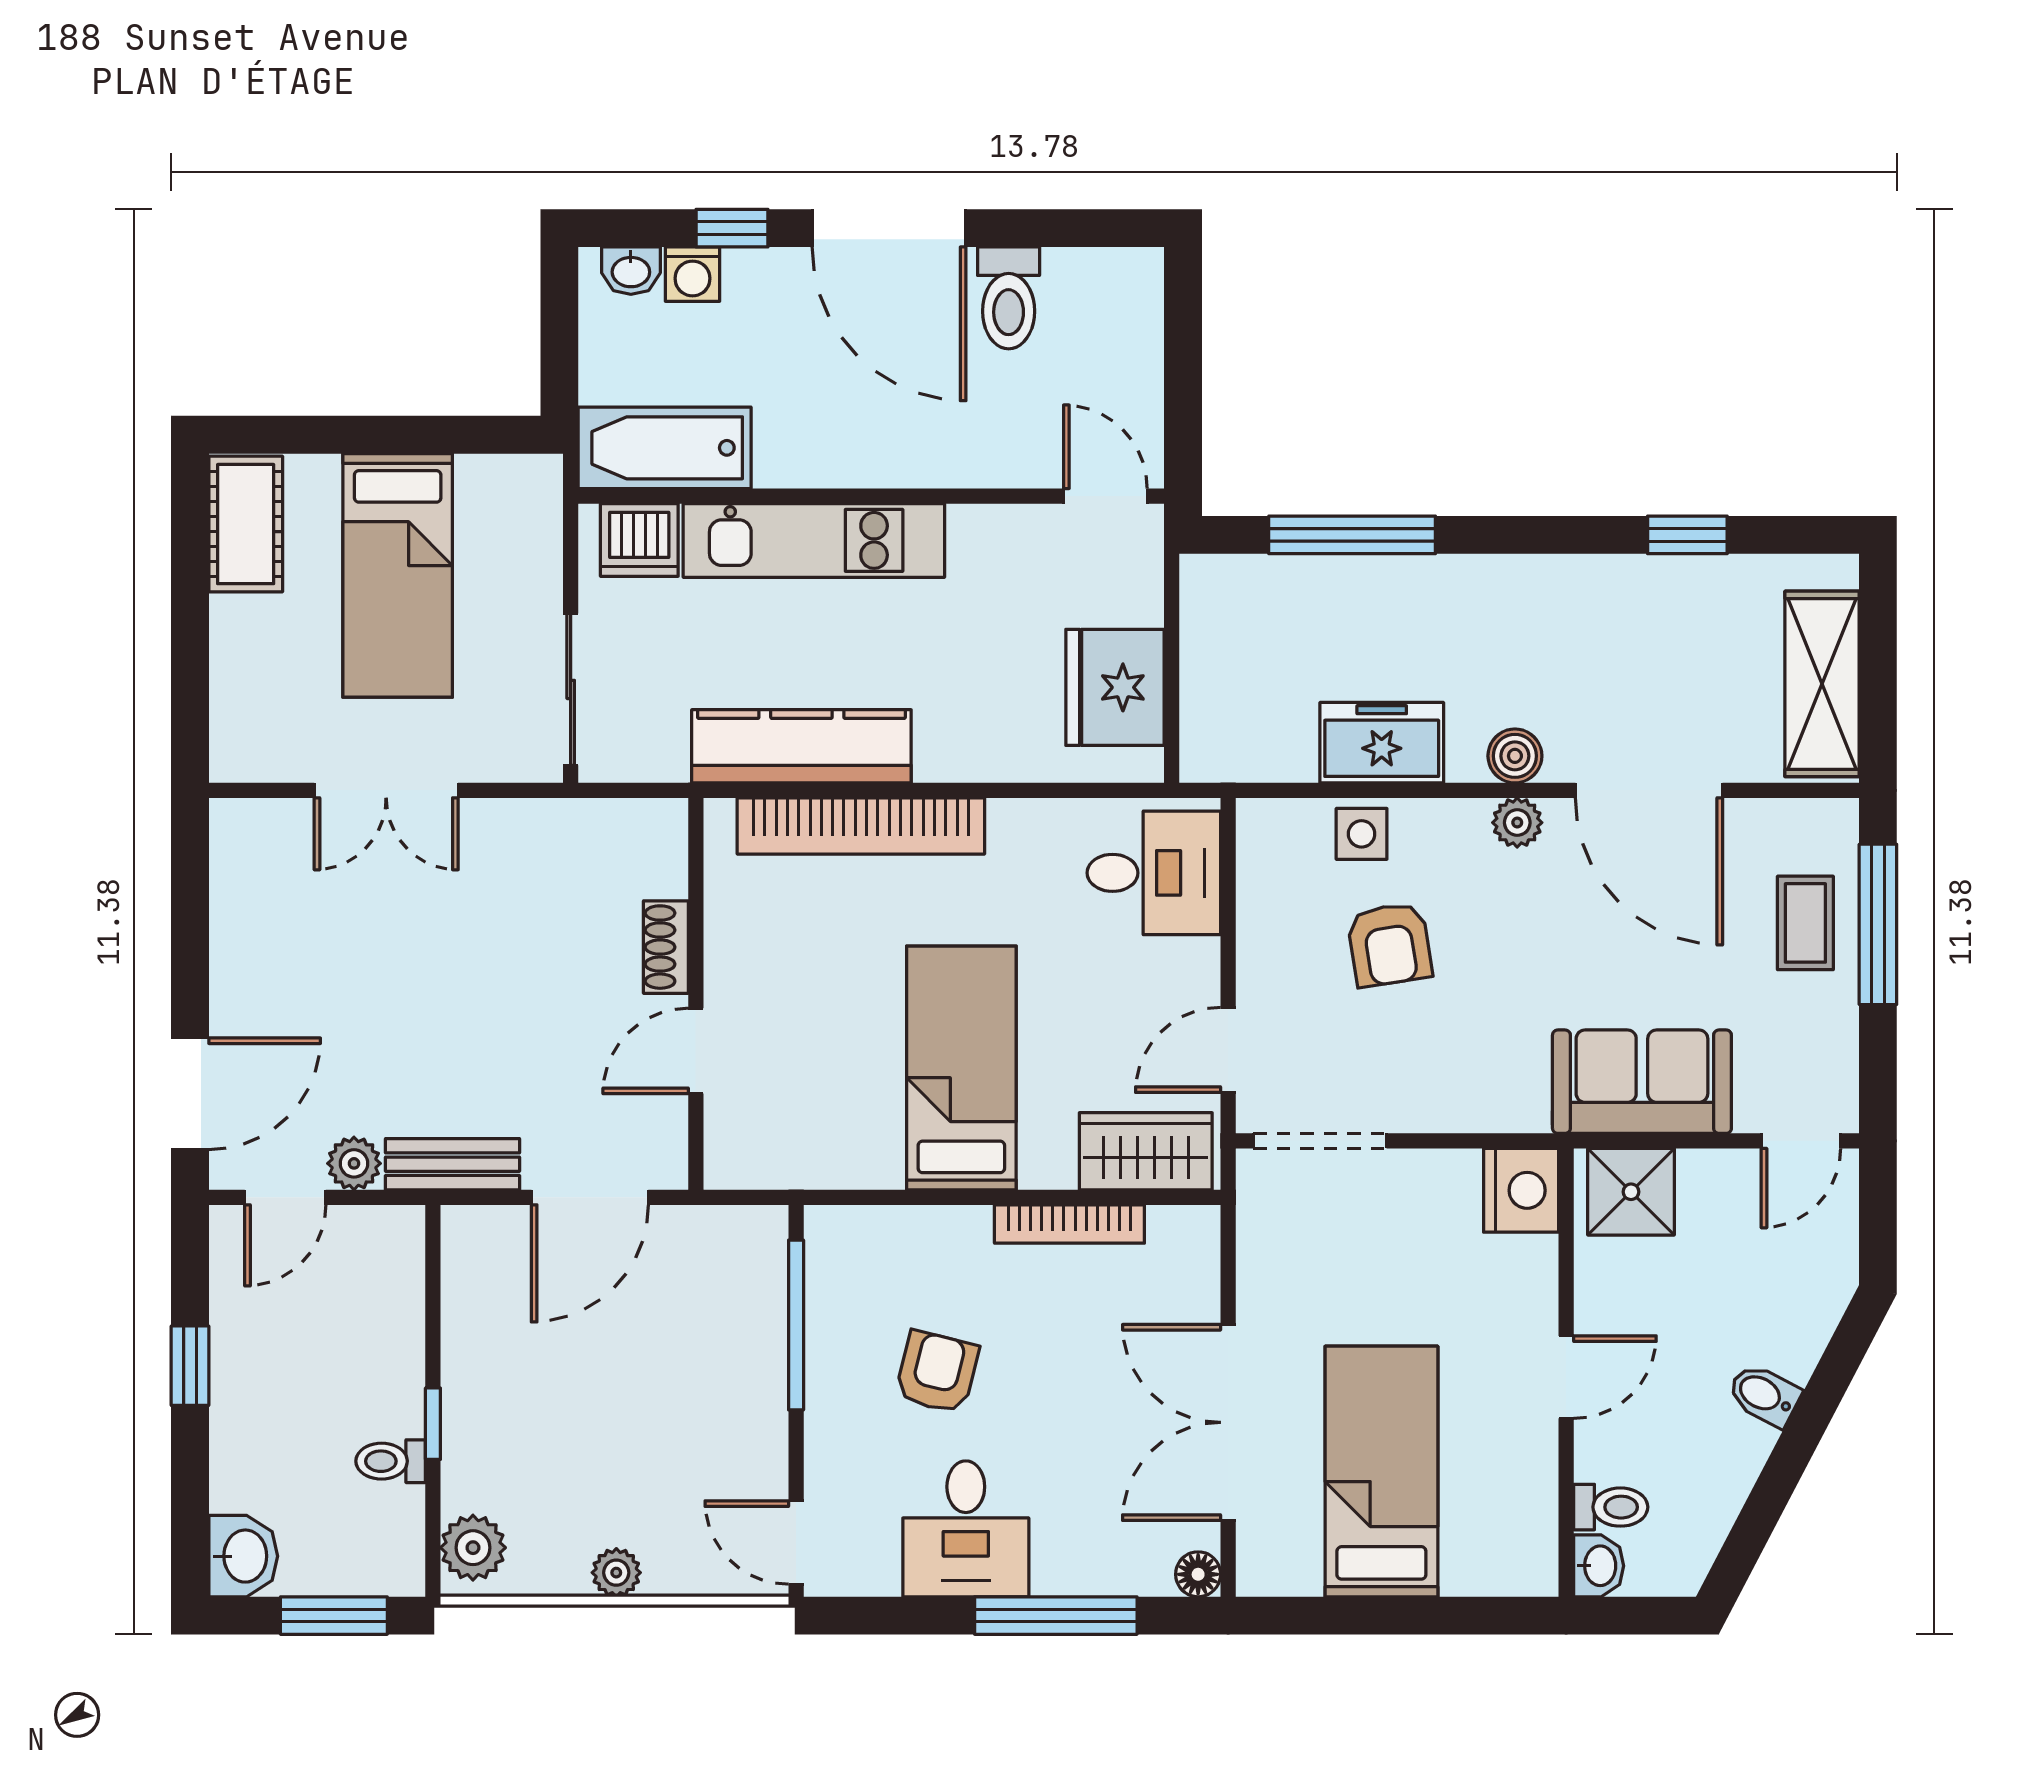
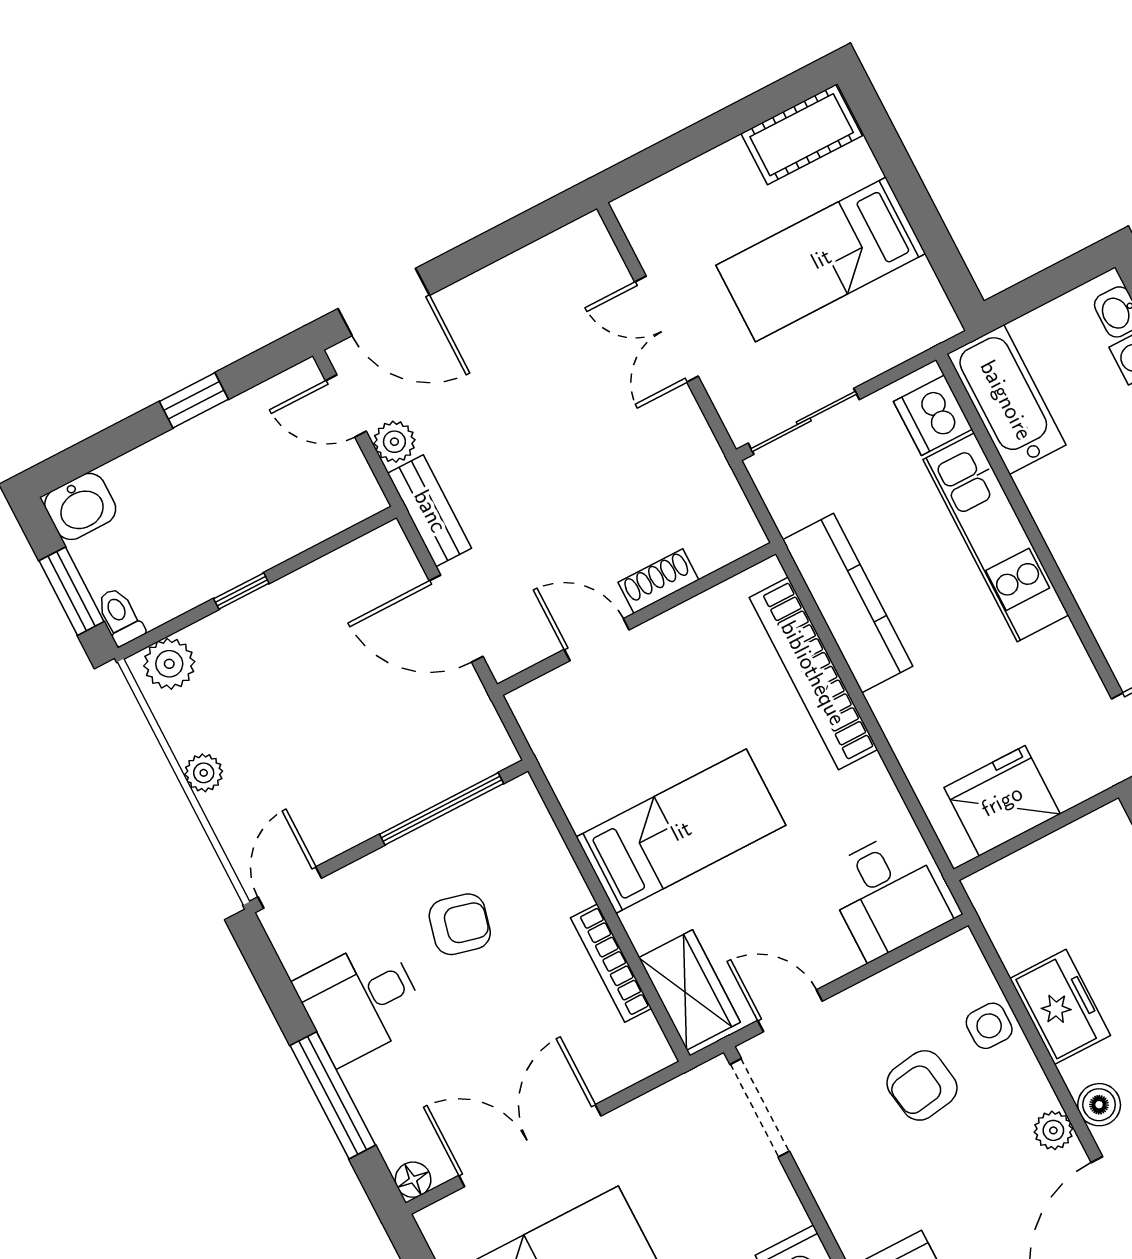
toilet: (391, 1461) -> (120, 616), moved

